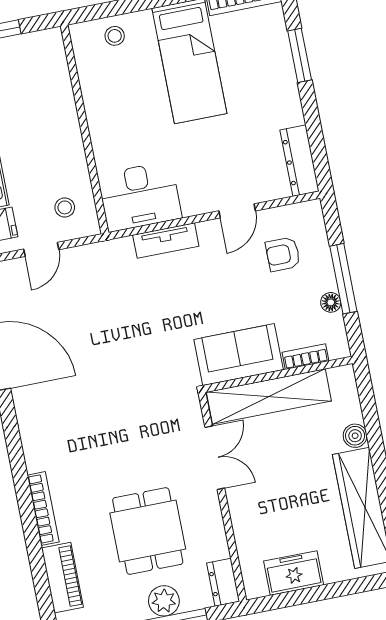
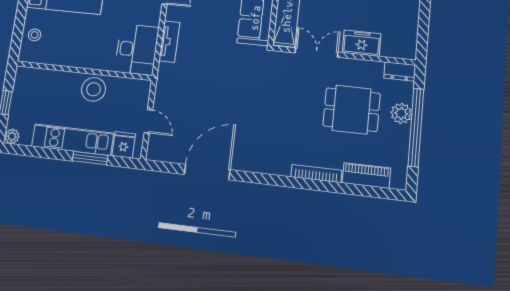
stool: (65, 207) -> (94, 89), moved, width x1.89, depth x1.89
freezer: (294, 573) -> (362, 43), moved, turned 90

